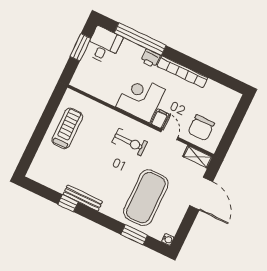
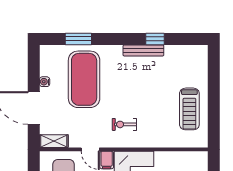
exercise bike: (130, 142) -> (124, 124), width x0.73, depth x0.72
water cooler: (168, 239) -> (45, 82), moved

